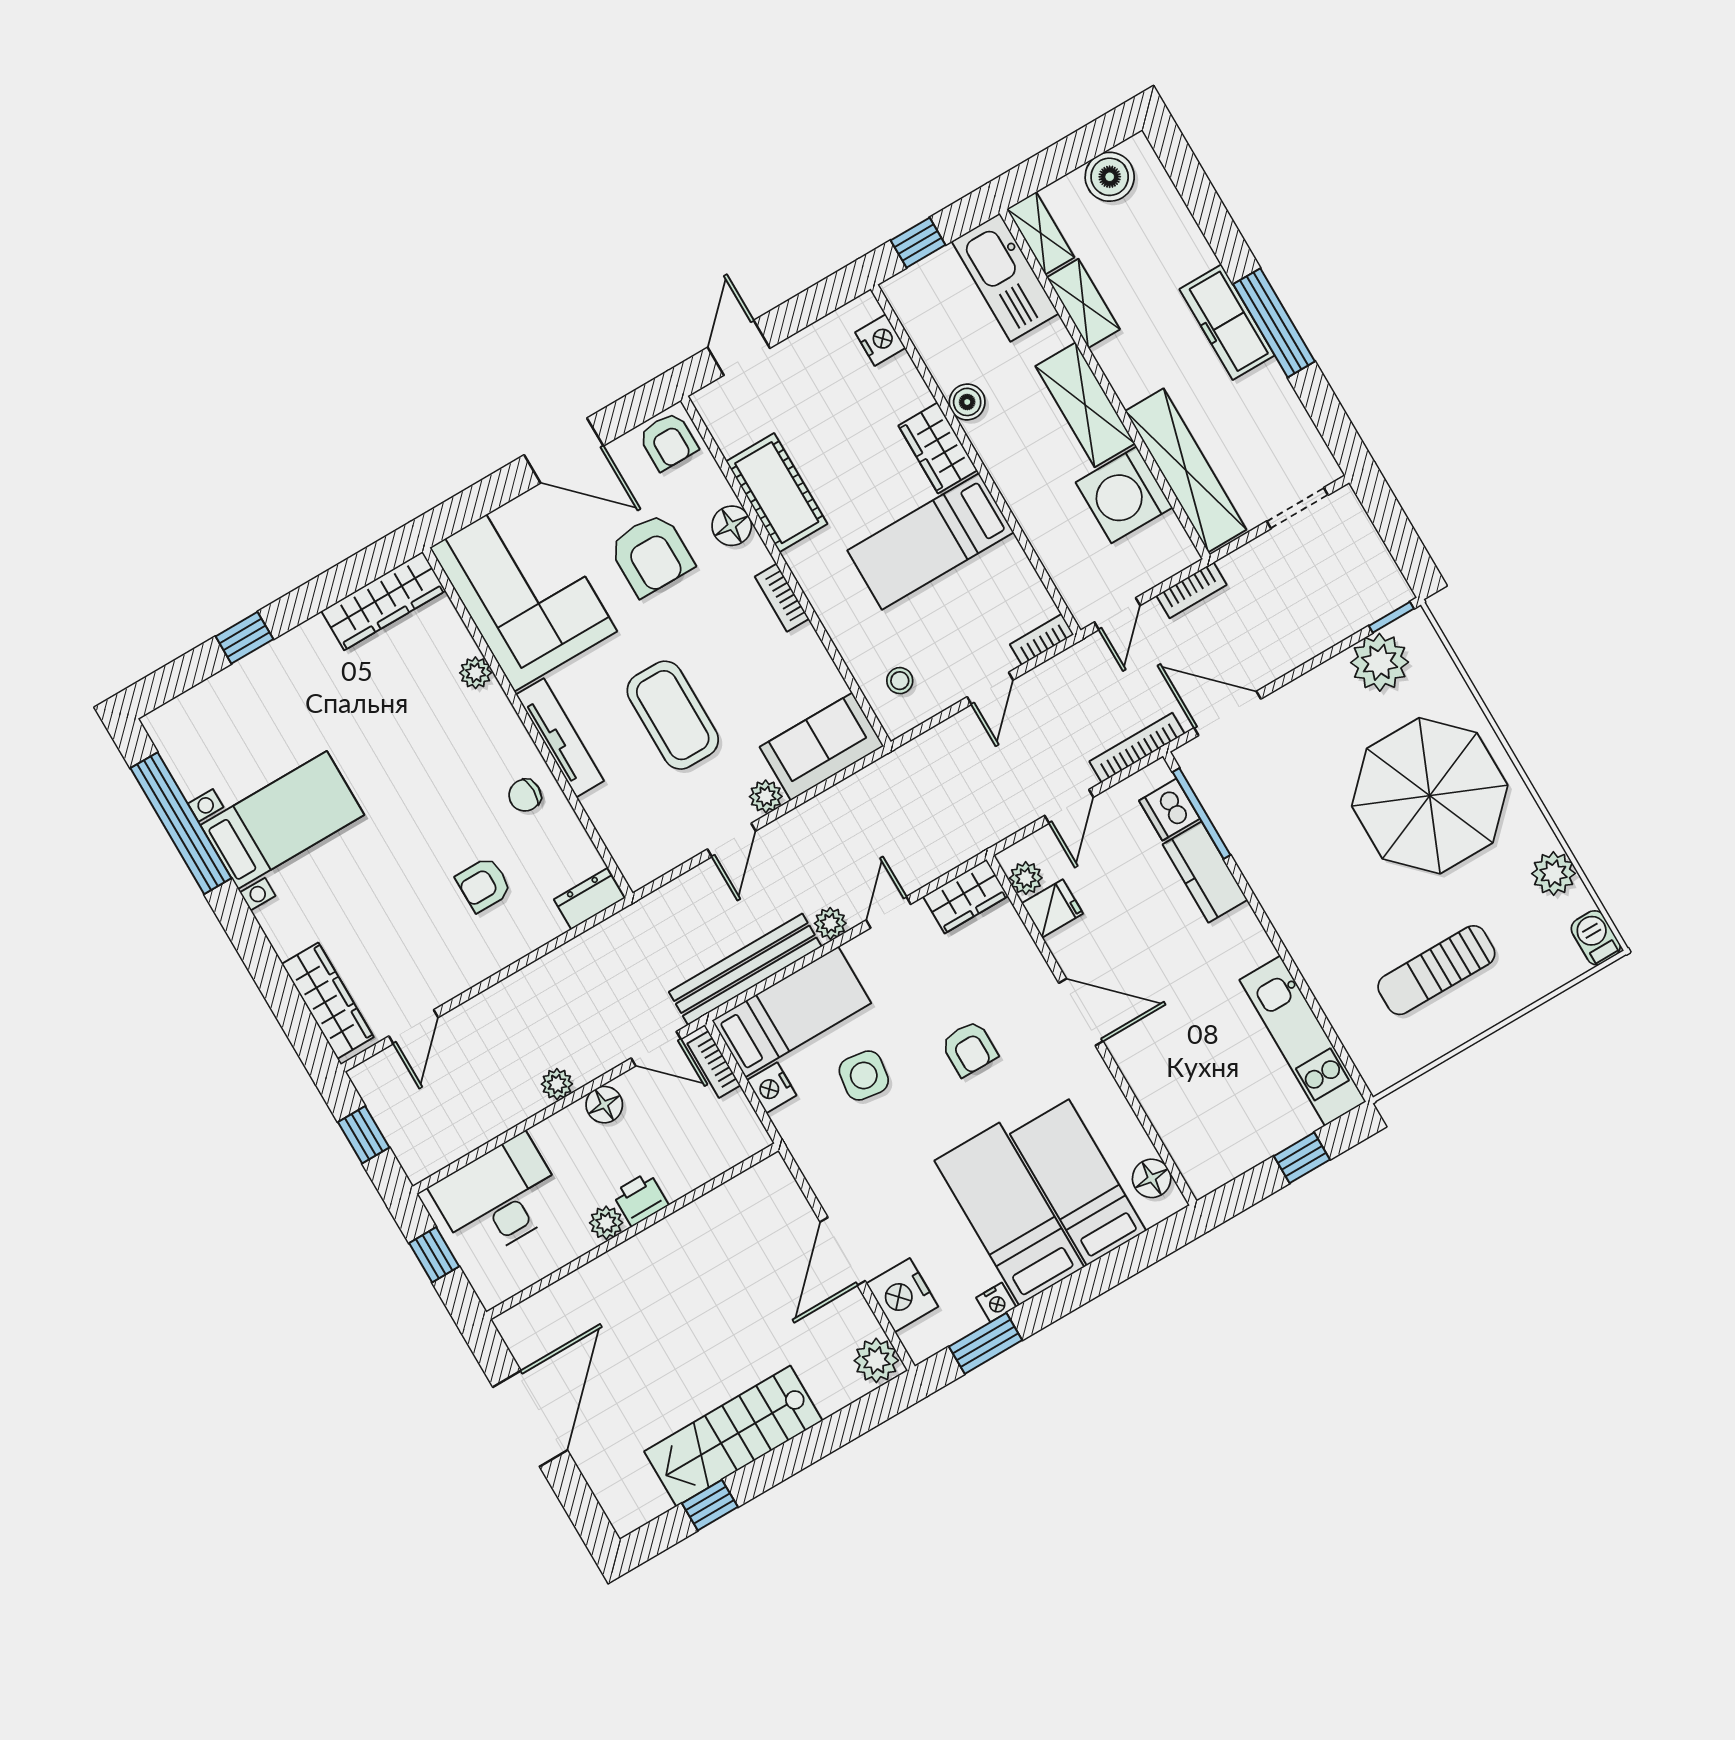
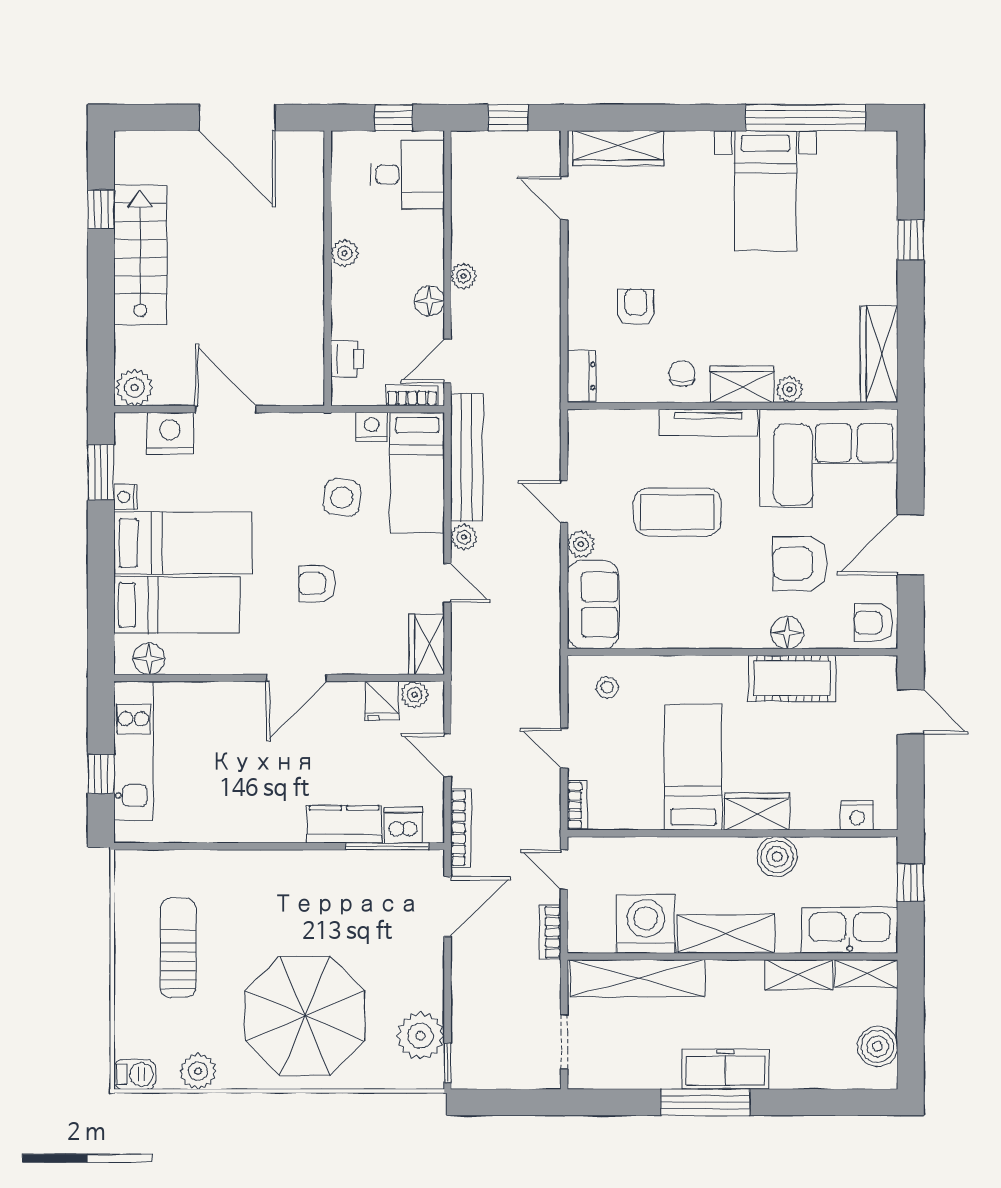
boiler: (967, 402) -> (777, 857), width x1.36, depth x1.36
bookcase: (782, 598) -> (715, 638), removed
wardrobe: (499, 726) -> (742, 384), added
kitchen unit: (1303, 1041) -> (134, 751), moved, turned 90
desk: (499, 1198) -> (407, 175), width x0.73
printer: (640, 1199) -> (347, 359), moved

